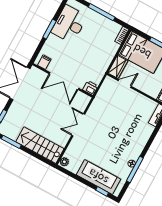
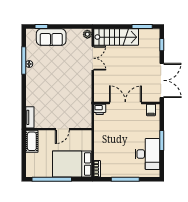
wardrobe: (118, 67) -> (86, 140), removed
door: (125, 84) -> (62, 129), moved
double door: (78, 125) -> (93, 58), moved
sofa: (98, 177) -> (51, 37), width x0.73

